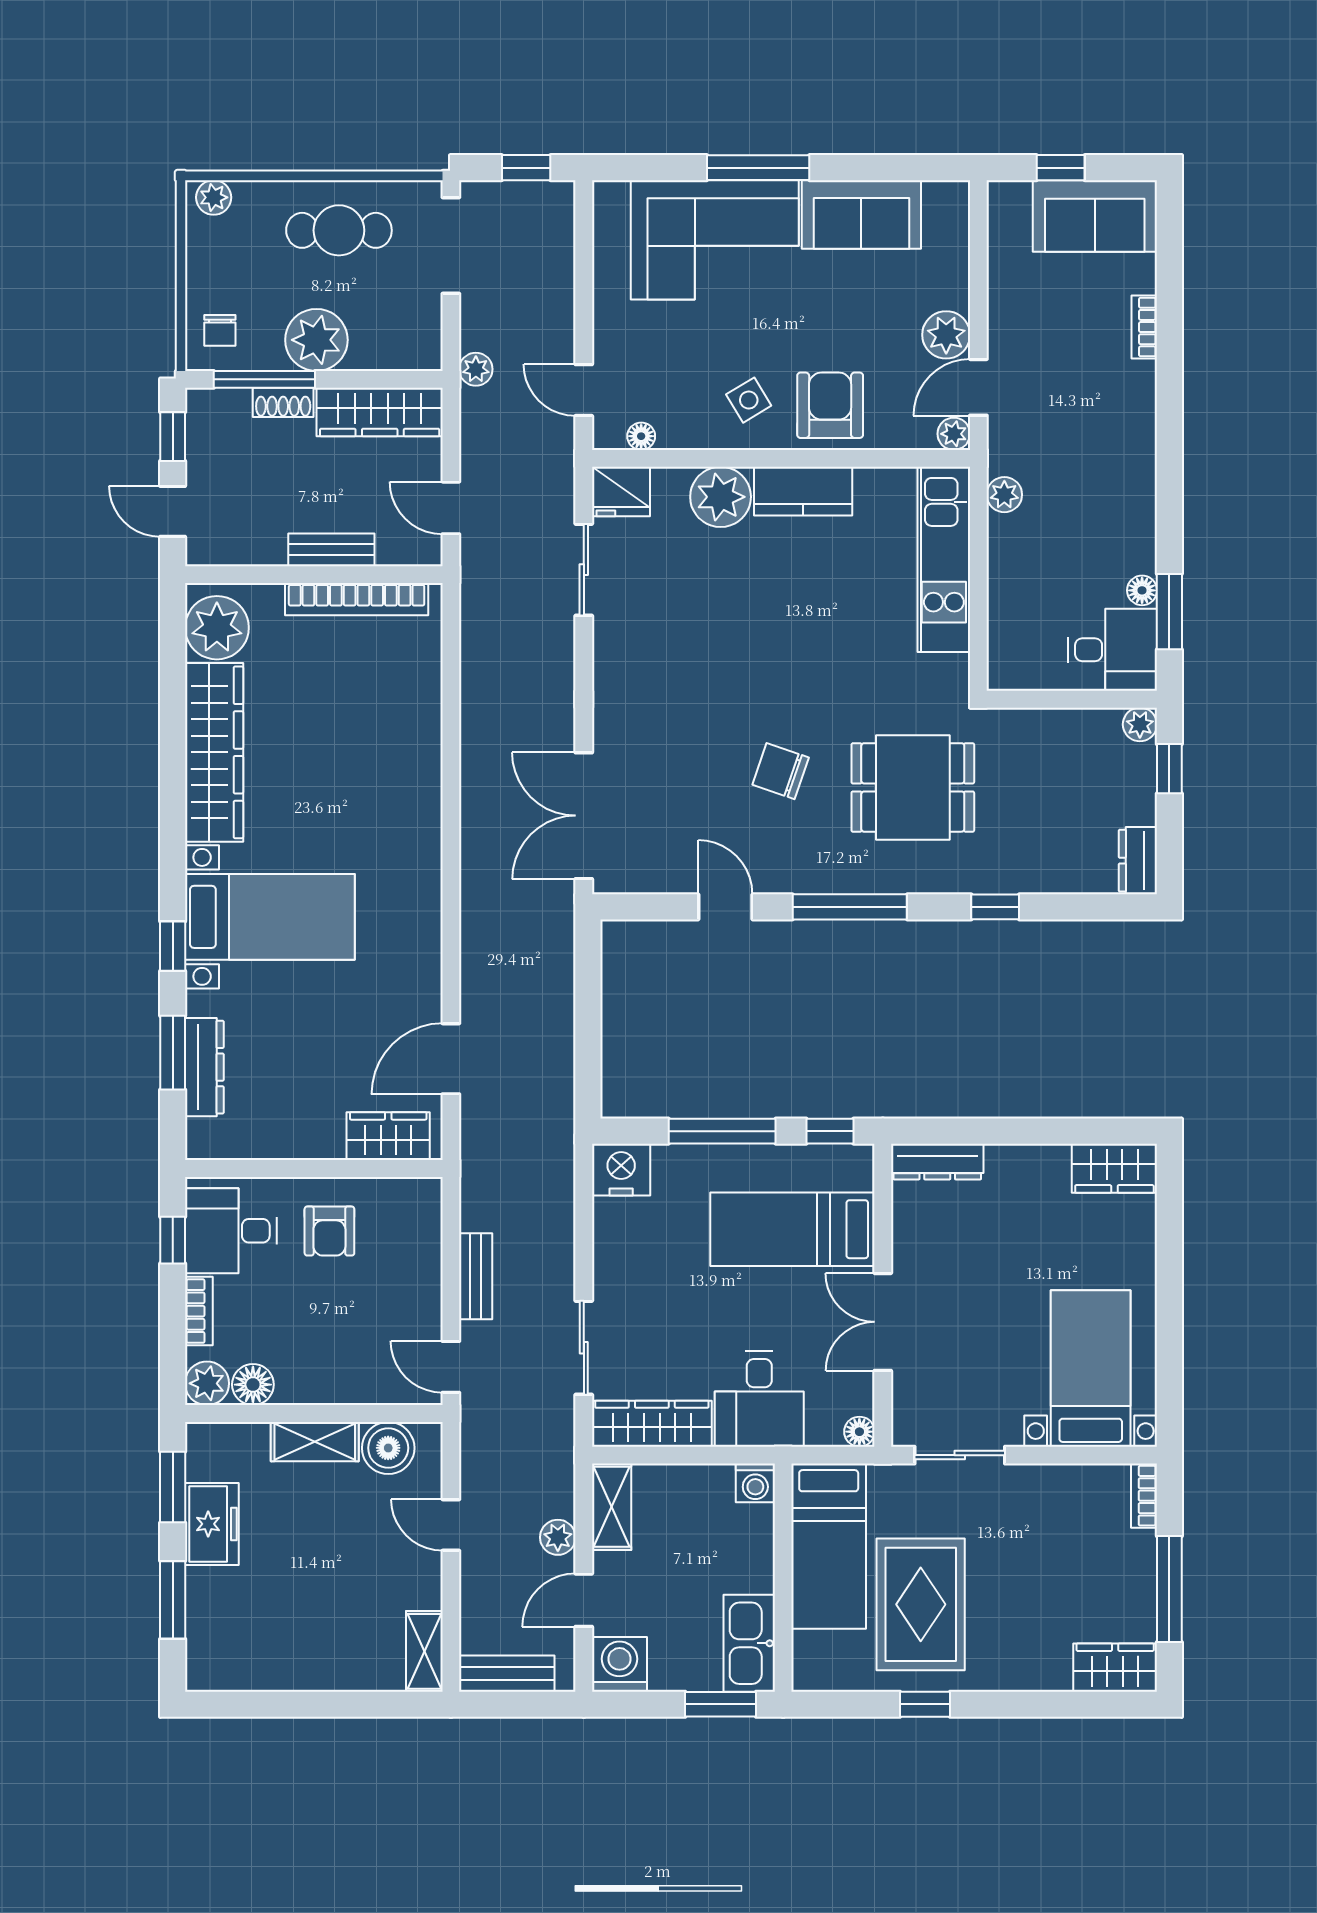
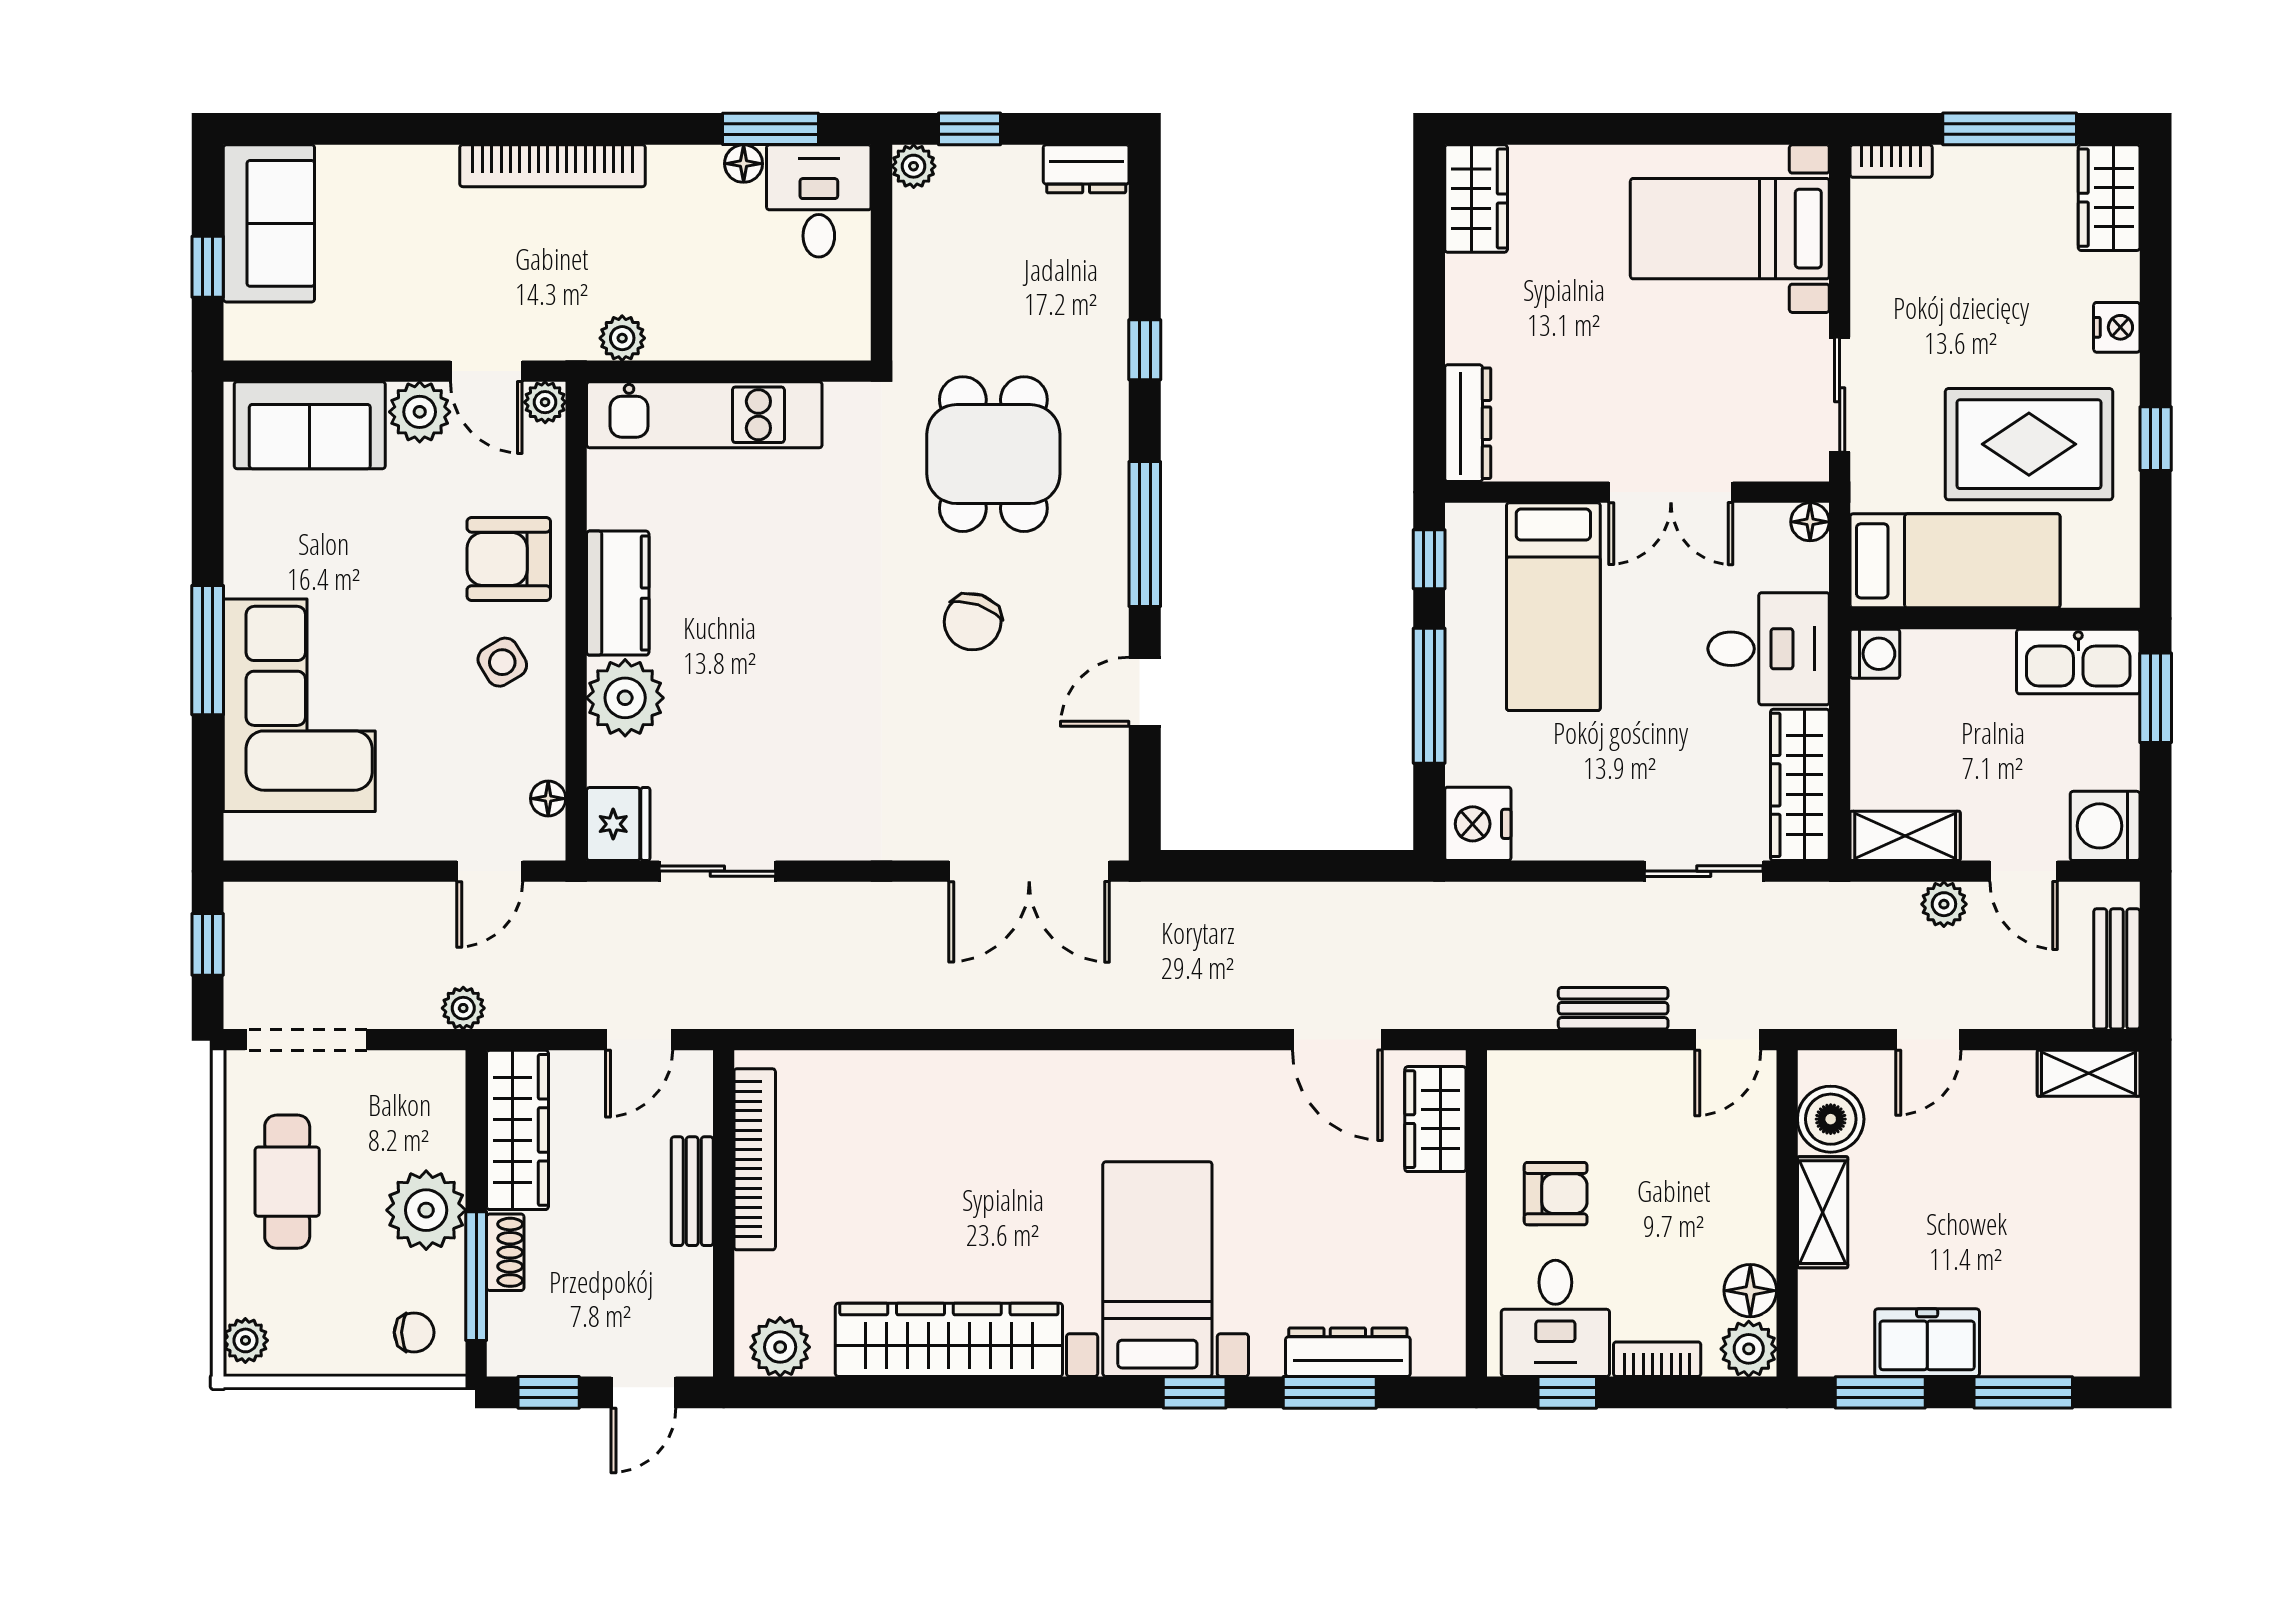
sofa: (861, 214) -> (310, 425), moved, turned 90
bookcase: (1144, 327) -> (553, 166), moved, width x2.31, depth x1.31
plant: (217, 628) -> (780, 1347), width x0.73, depth x0.73
nightstand: (1013, 1674) -> (2117, 327), added

